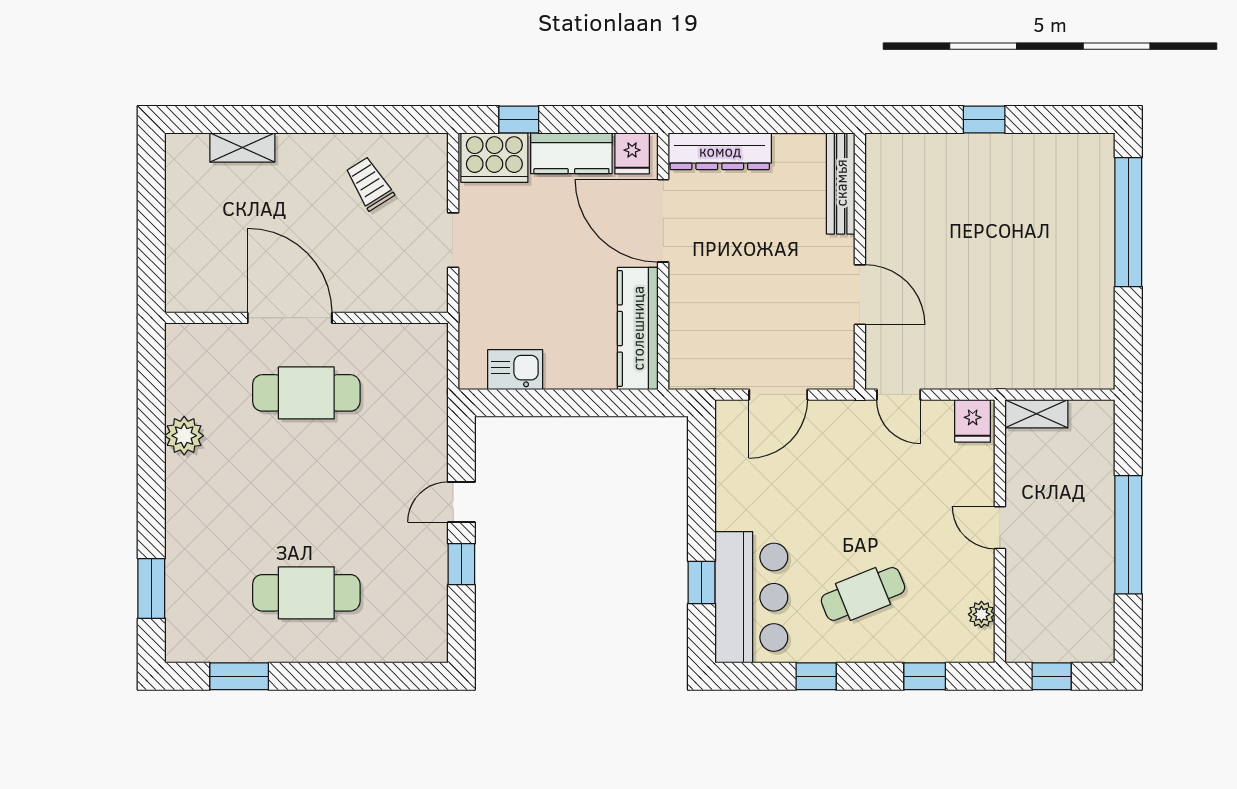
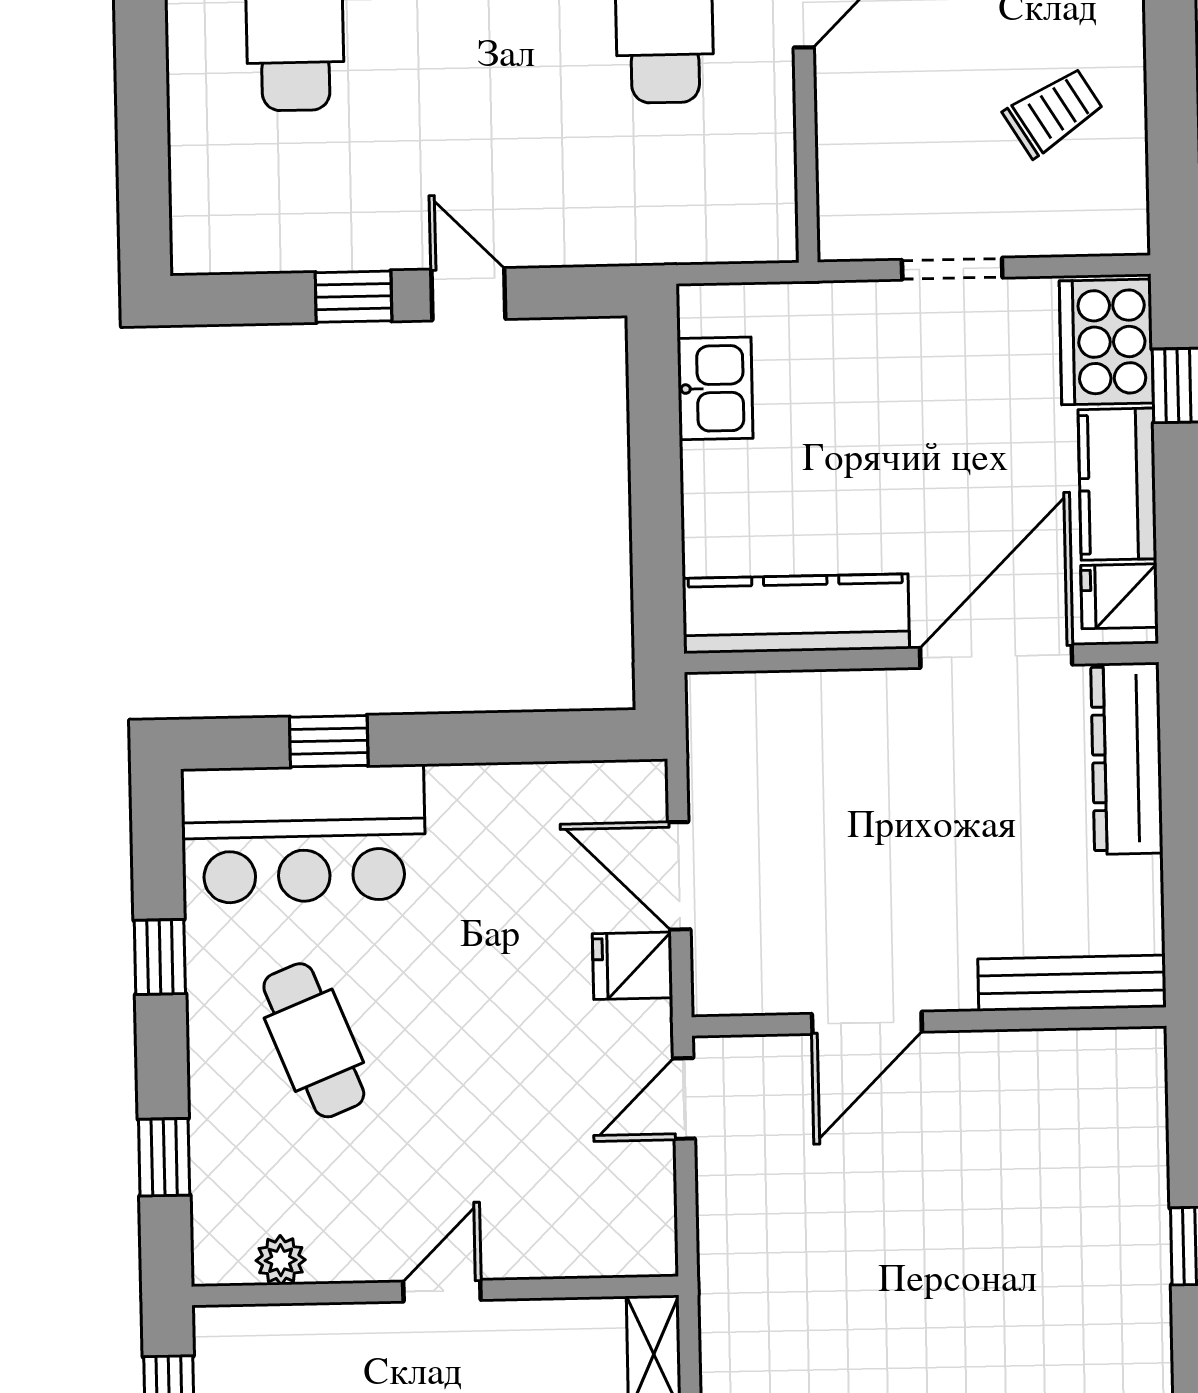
fridge: (973, 421) -> (632, 966), moved

